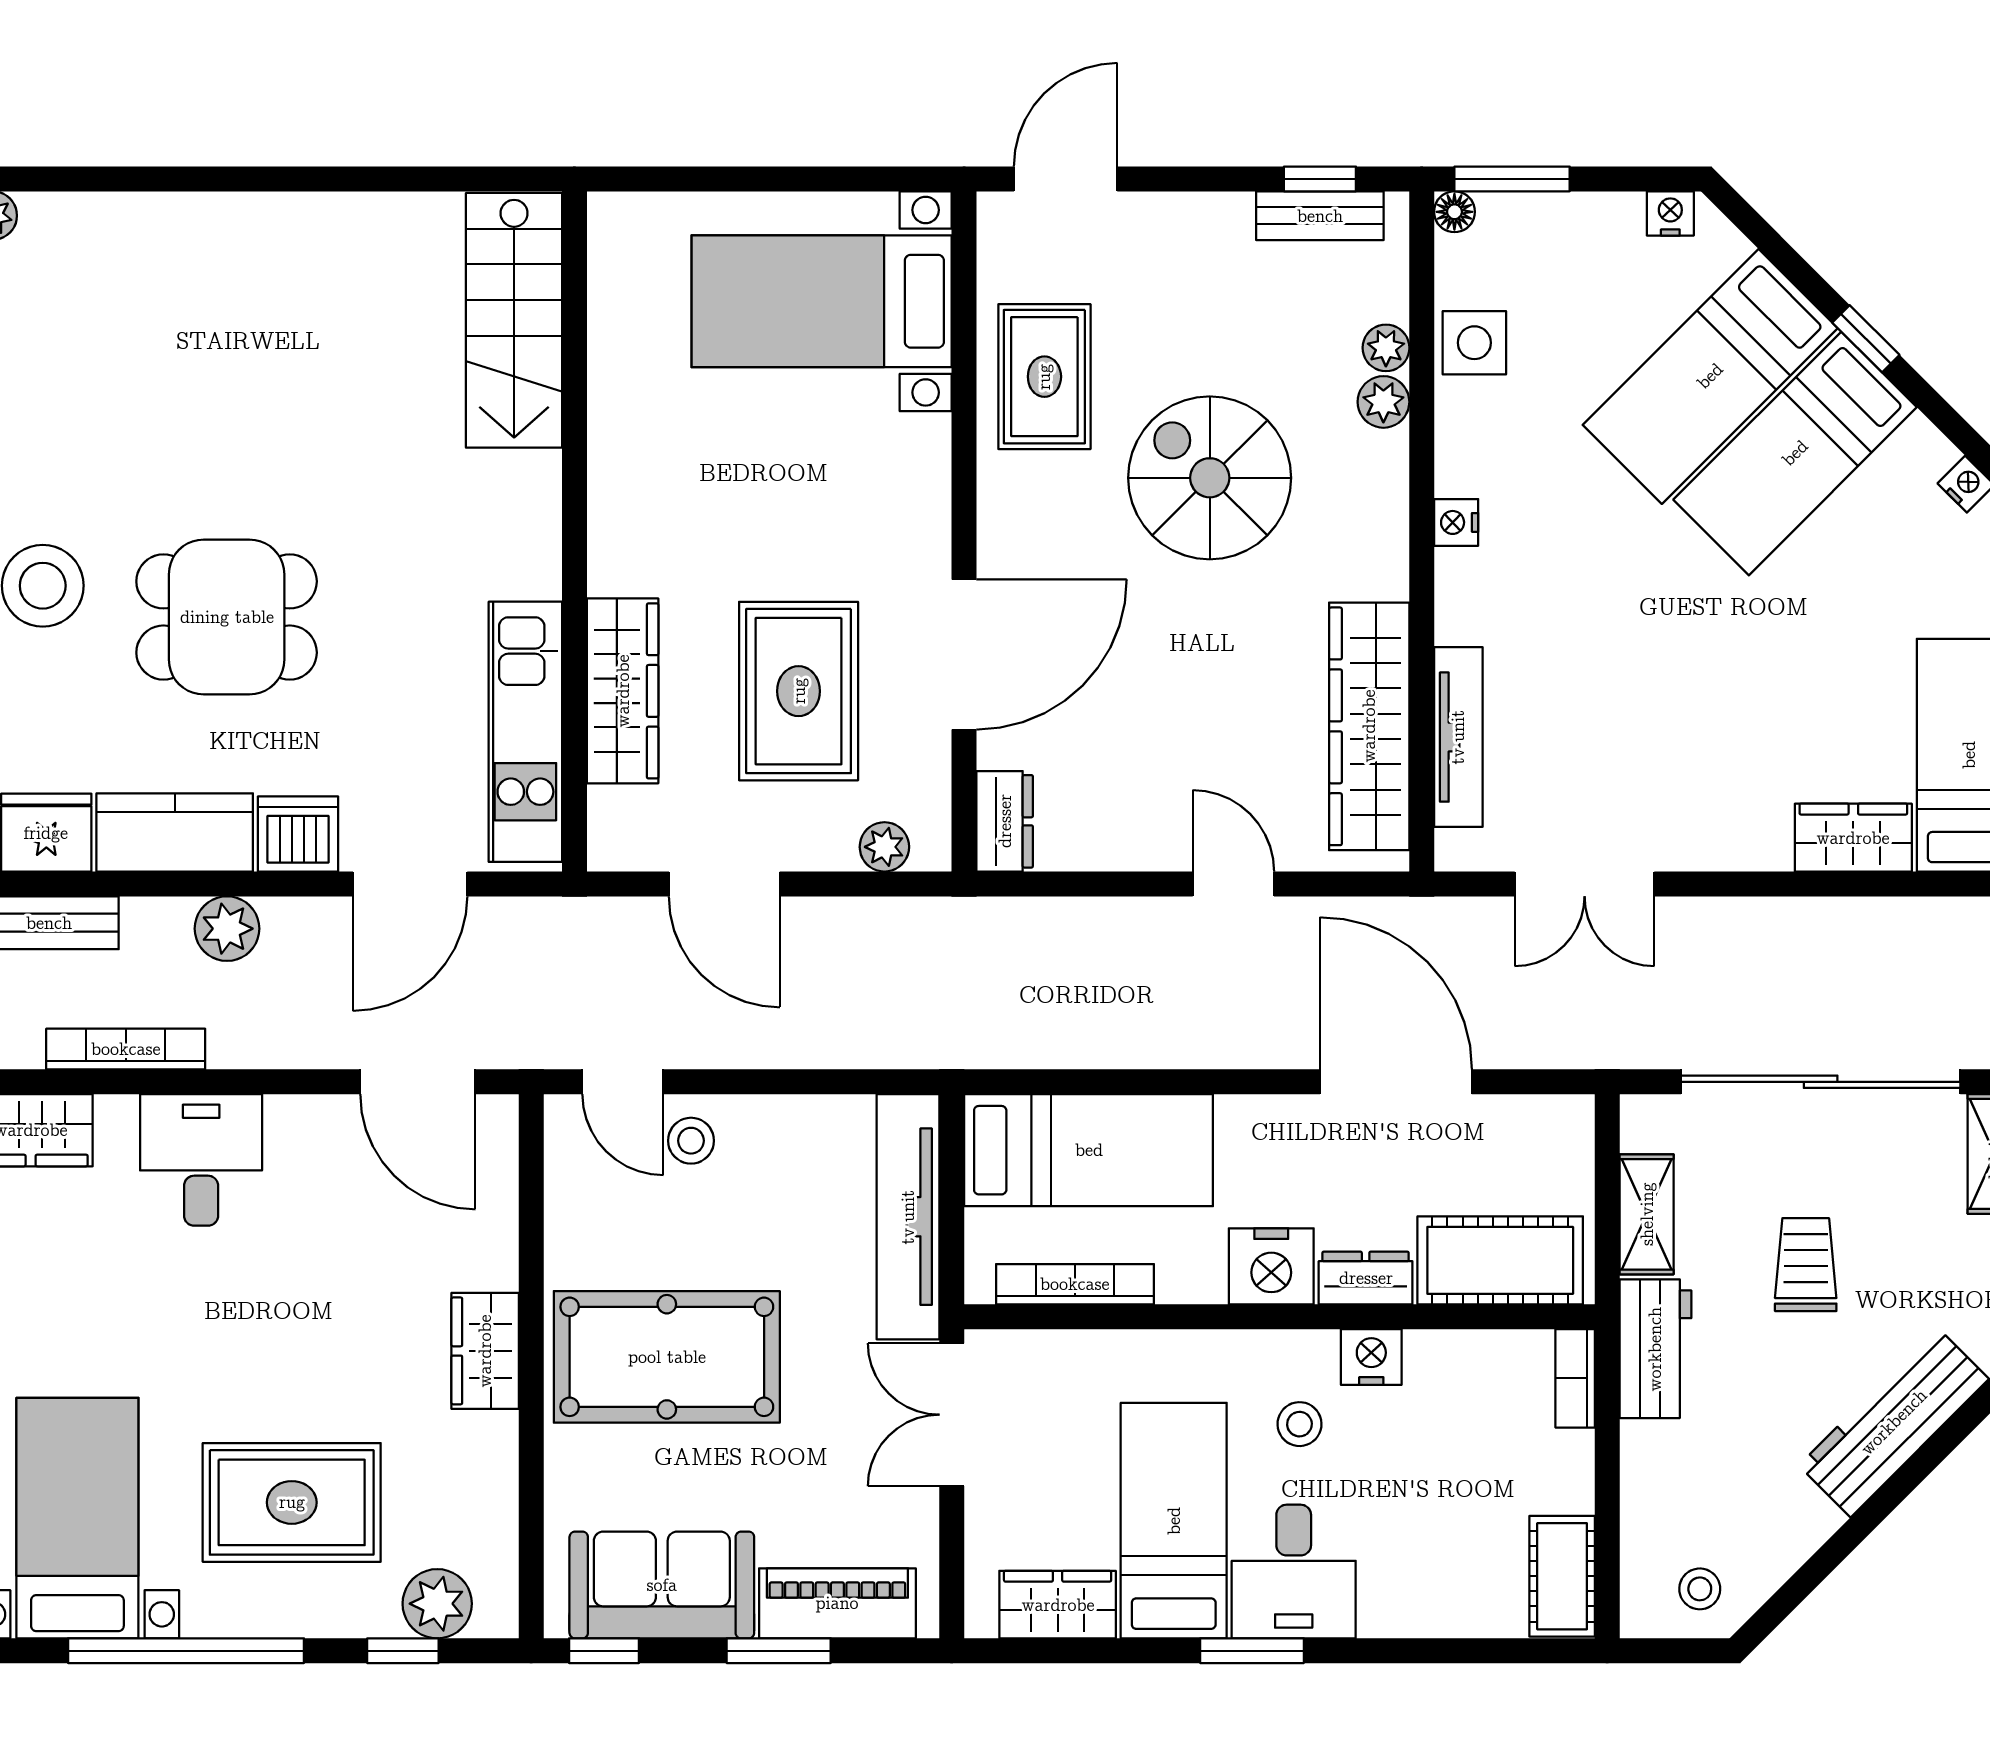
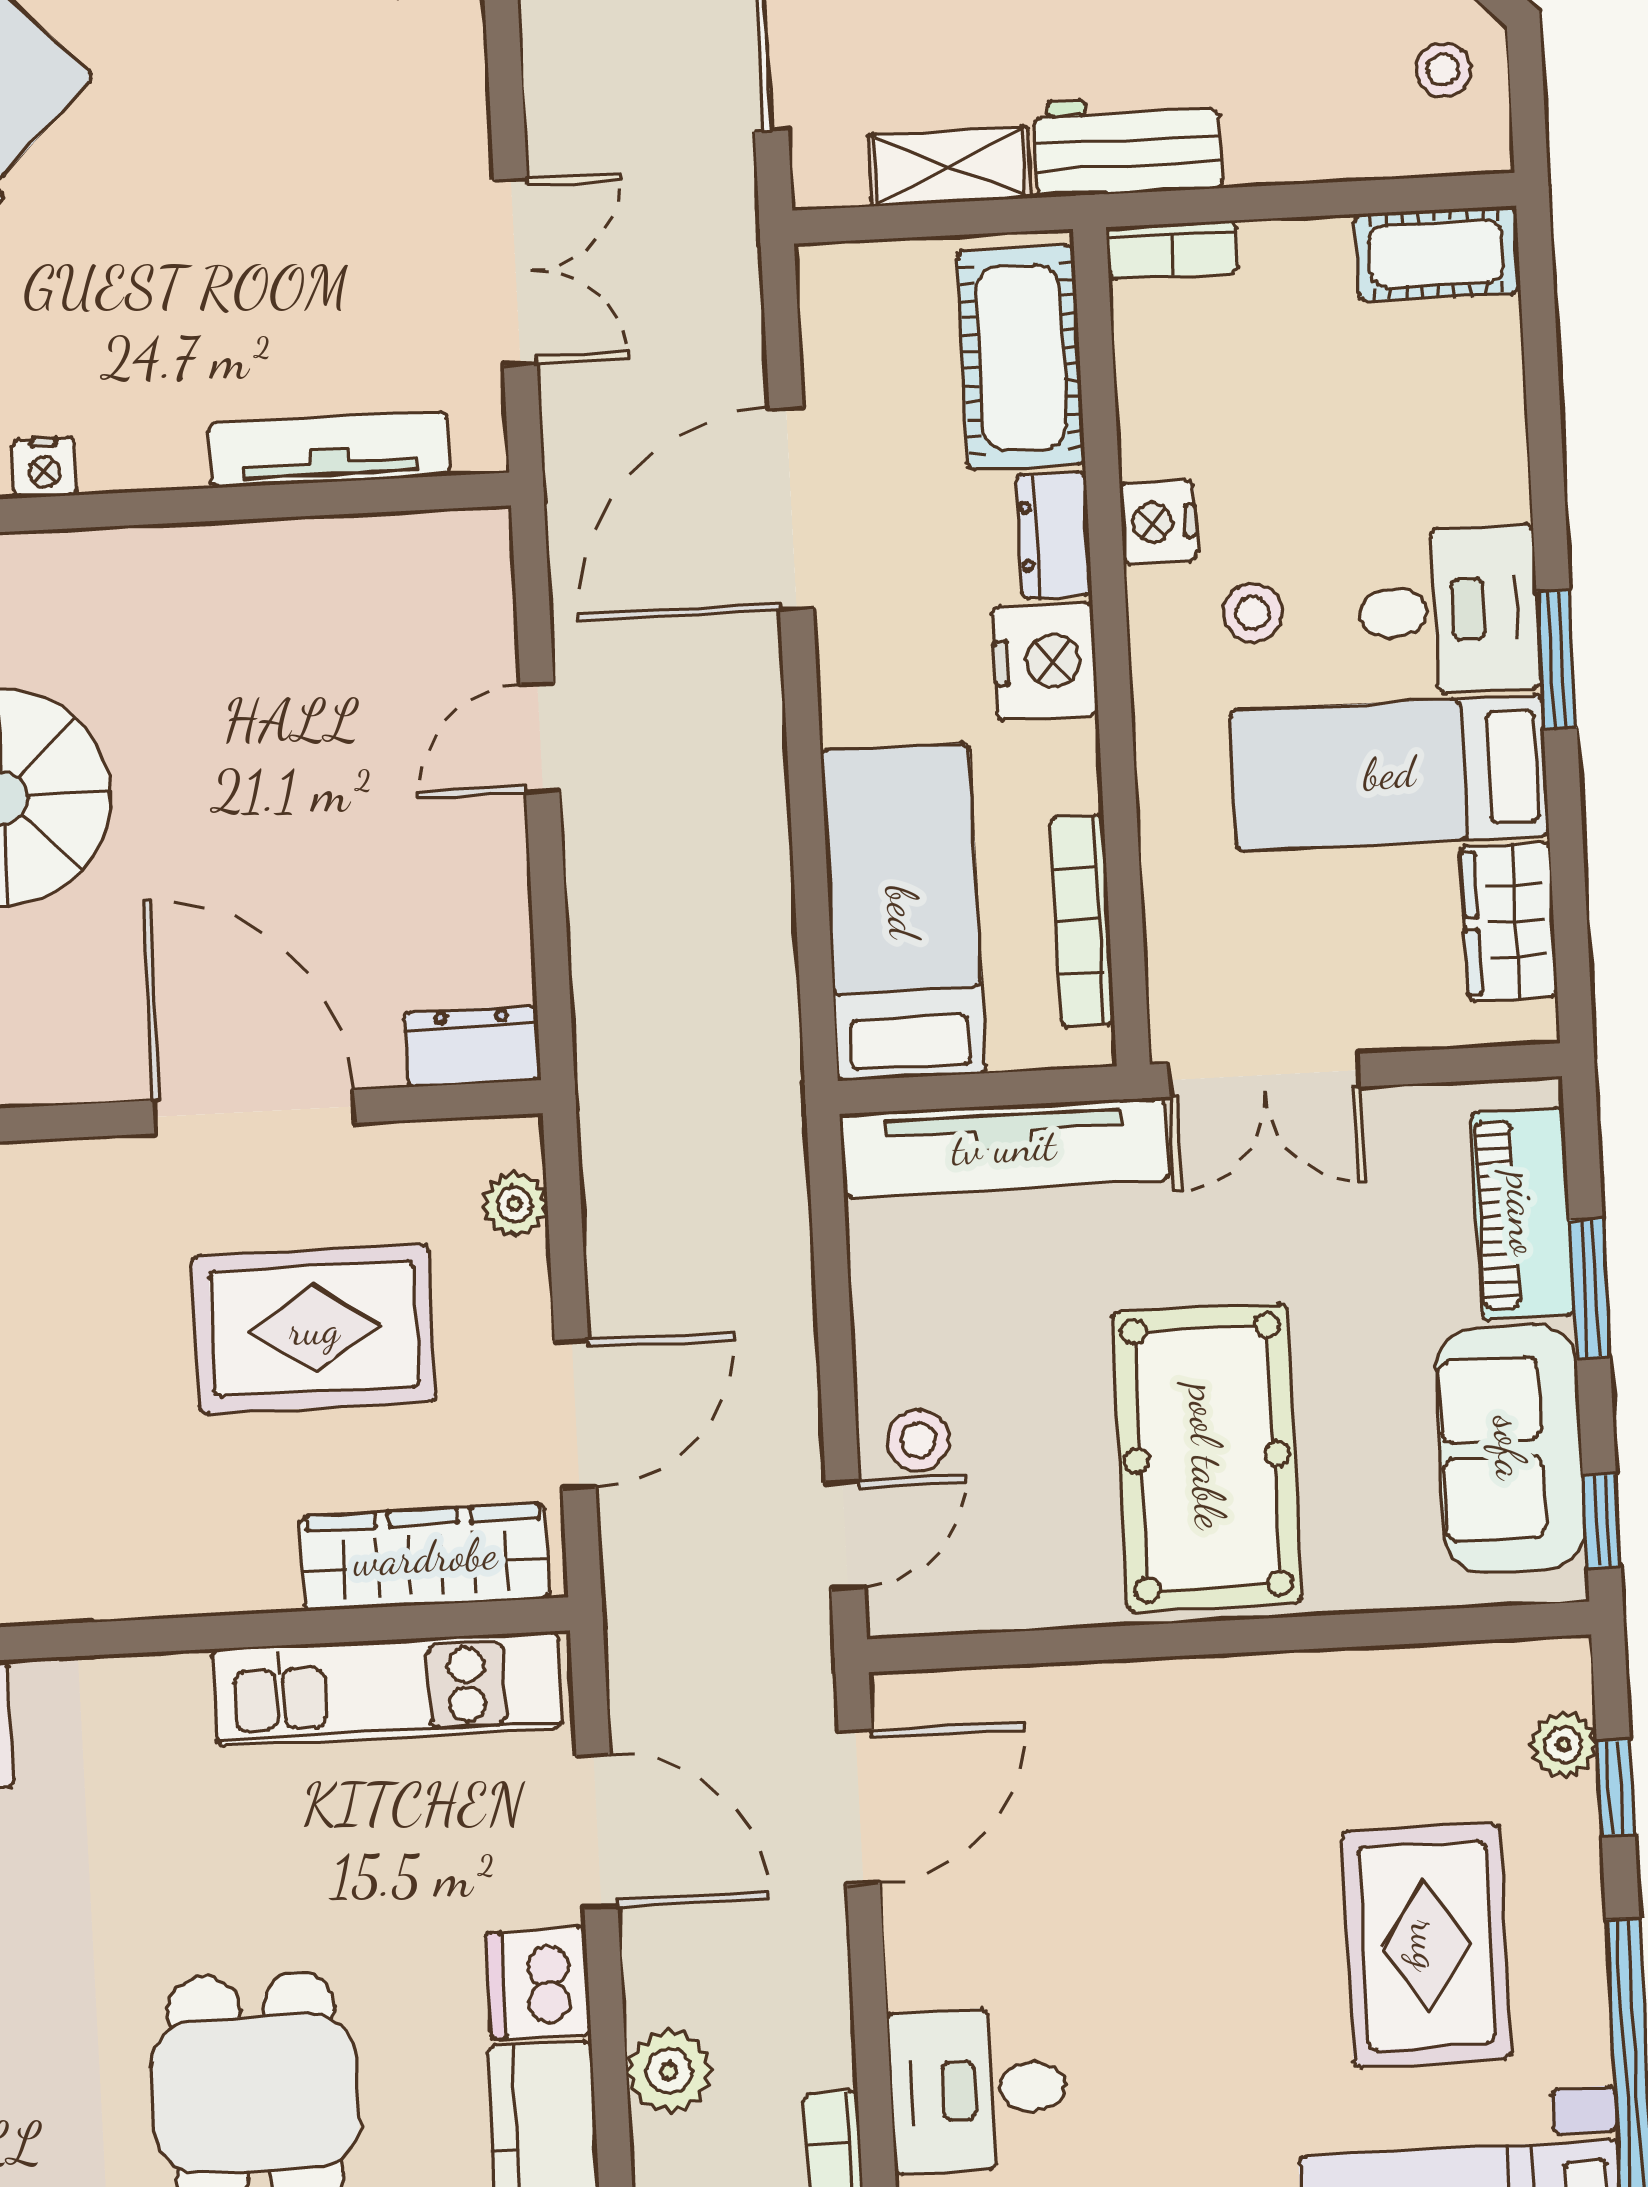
wardrobe: (623, 691) -> (425, 1557), moved
wardrobe: (1369, 726) -> (321, 569), removed
wardrobe: (485, 1351) -> (1212, 1699), removed
plant: (437, 1604) -> (1563, 1744), width x0.73, depth x0.73

